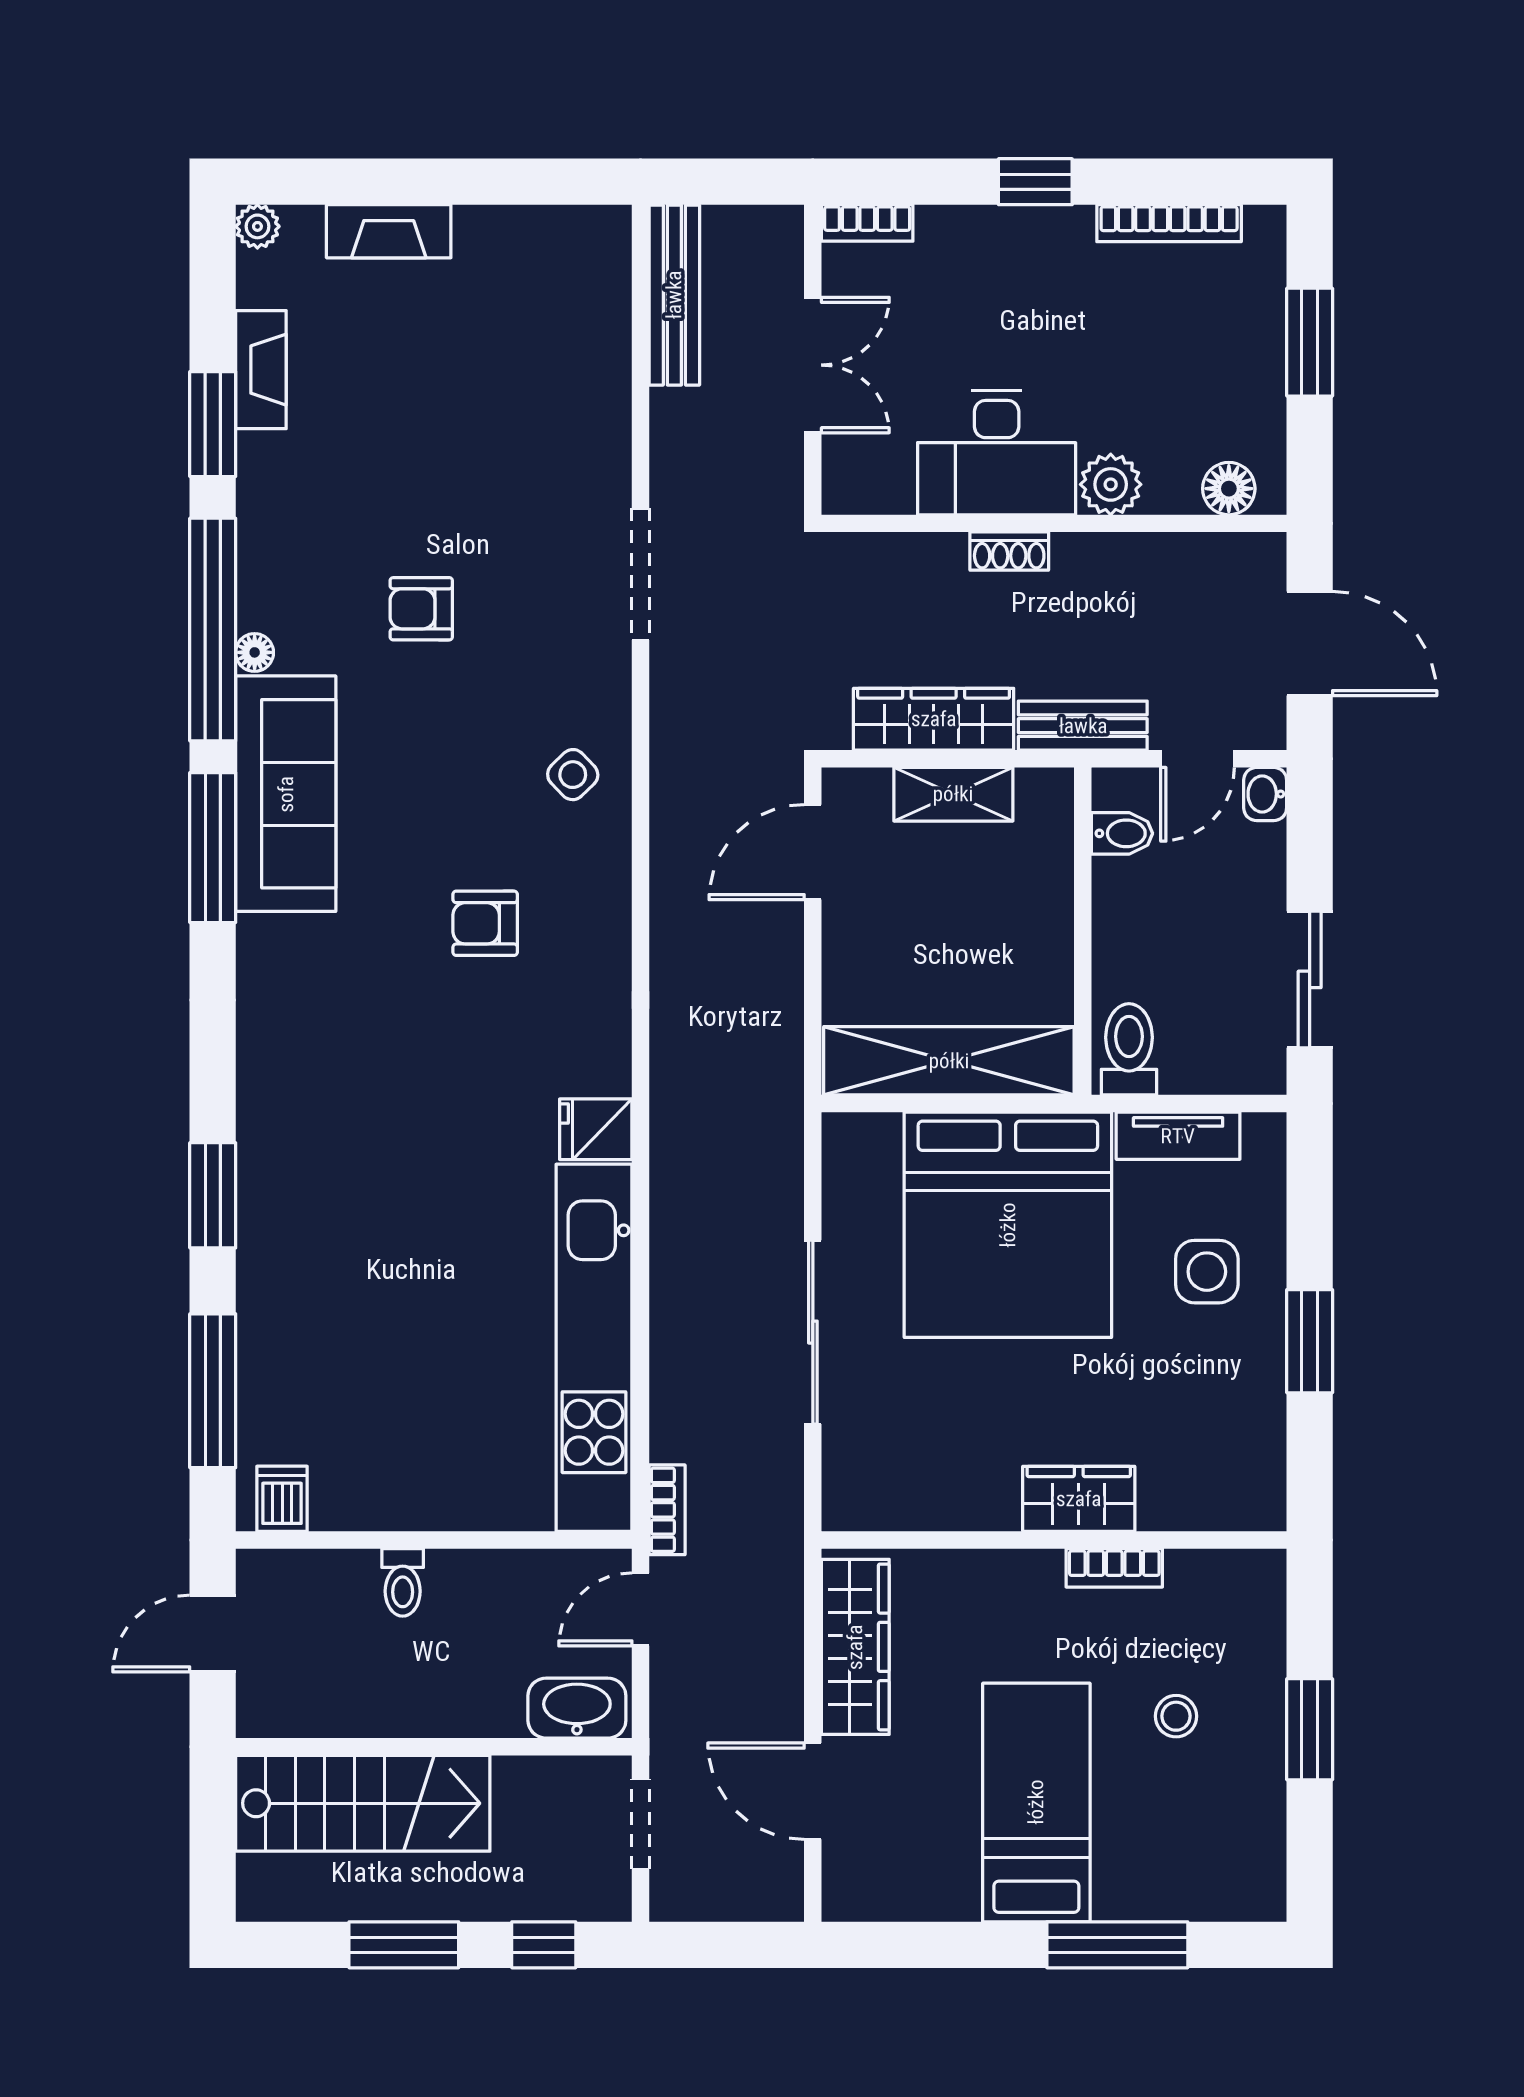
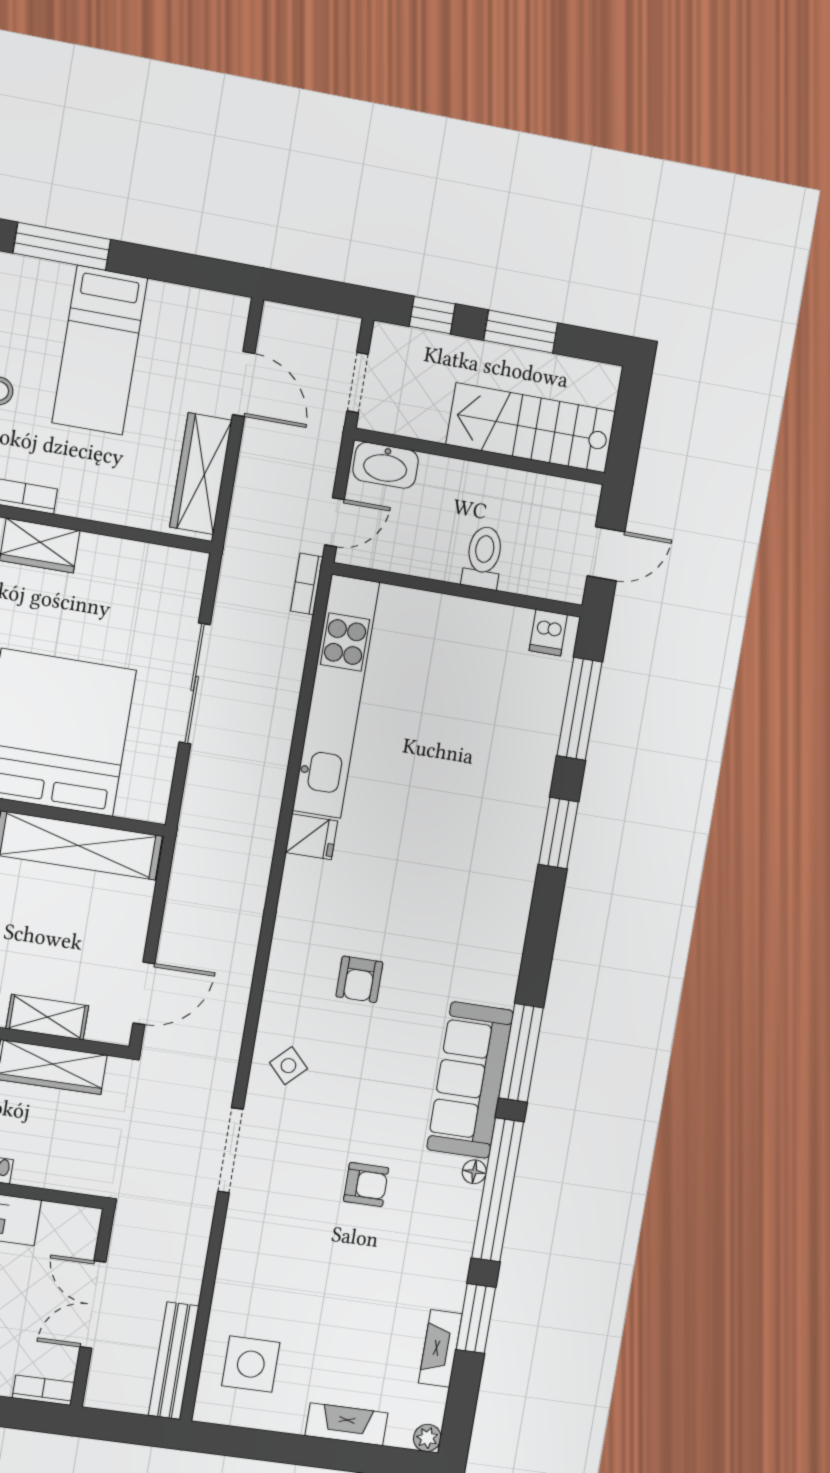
side table: (554, 306) -> (251, 1364), added
doorway: (641, 574) -> (230, 1150), moved
armchair: (485, 923) -> (359, 979), turned 90
toilet: (403, 1582) -> (483, 558), width x1.37, depth x1.39

